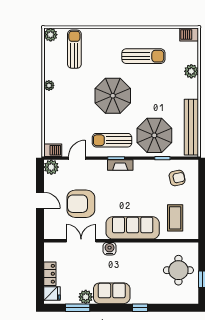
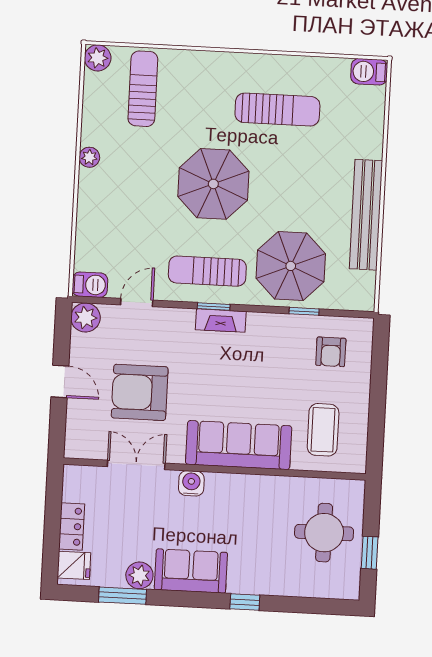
plant: (191, 71) -> (370, 144), removed
bench: (191, 127) -> (366, 215), moved
armchair: (177, 178) -> (331, 352), turned 102

